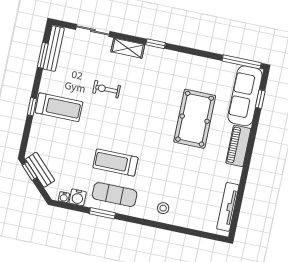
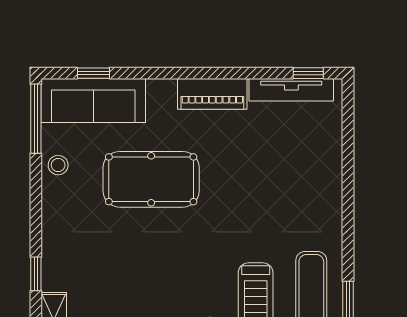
piano: (238, 146) -> (212, 94), moved
stool: (163, 208) -> (58, 165), moved
window: (235, 218) -> (308, 73), added

